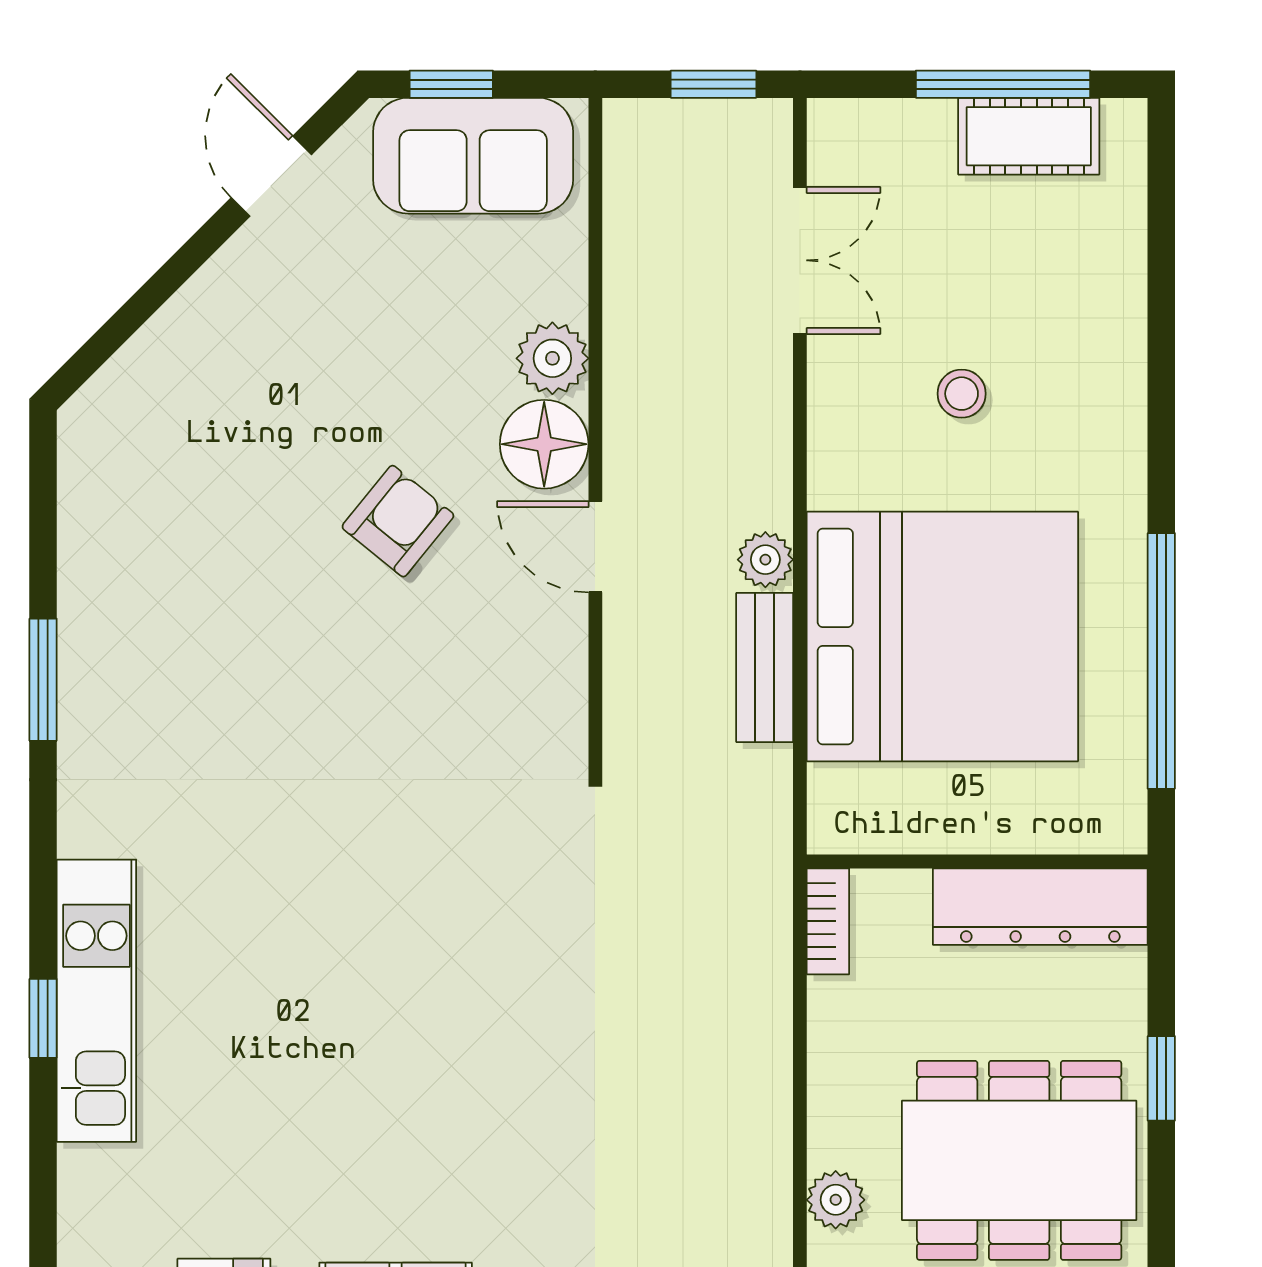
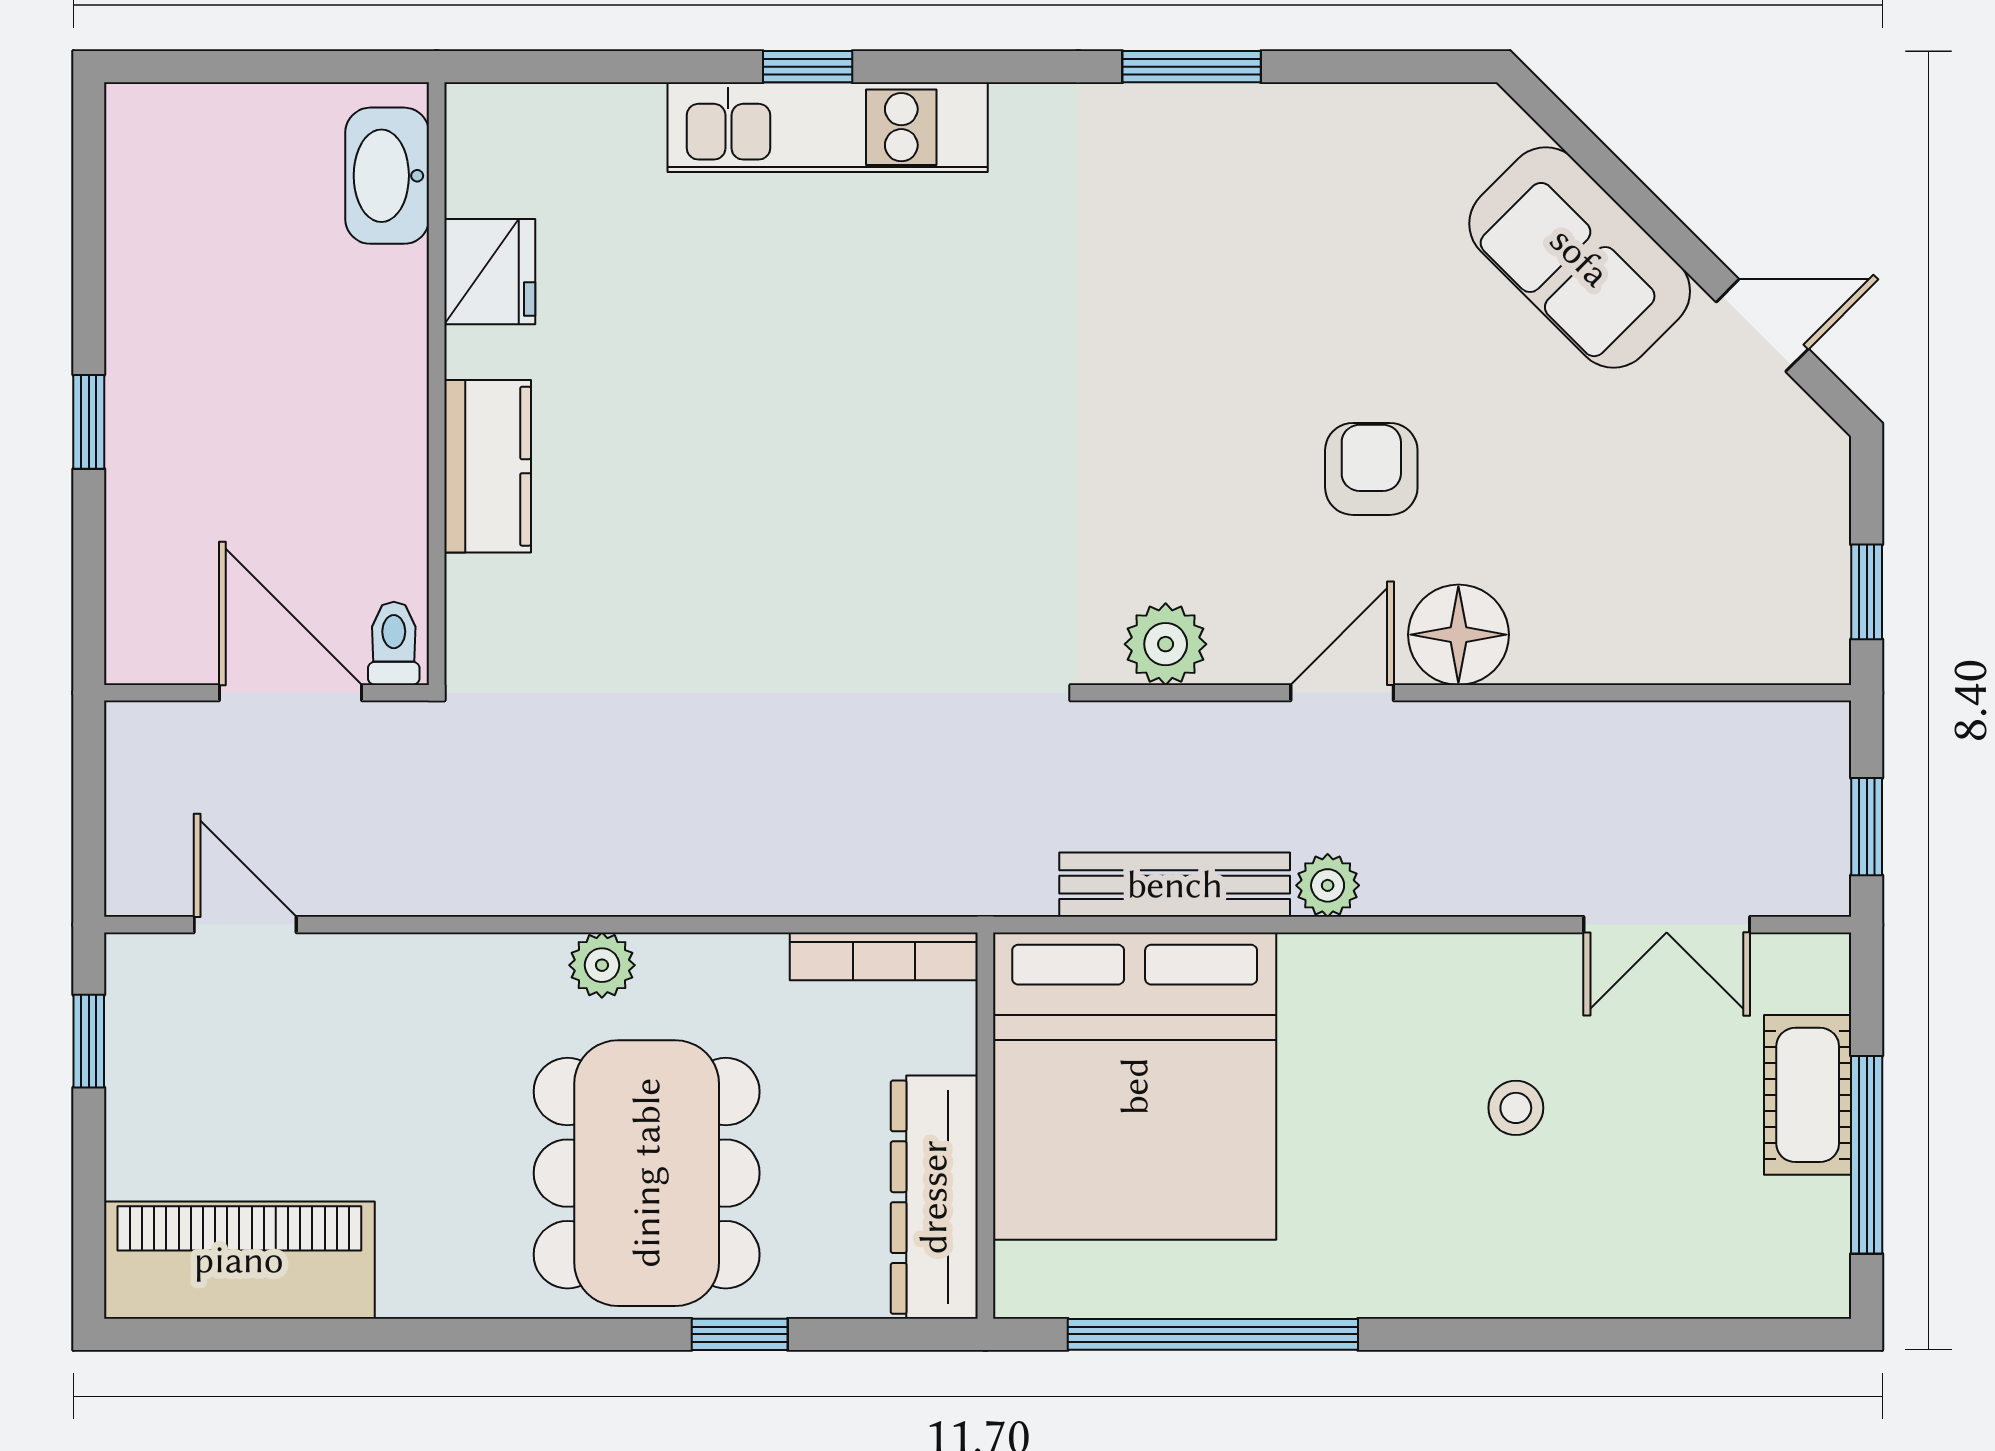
window: (451, 84) -> (1867, 592), moved
cot: (1029, 136) -> (1808, 1095), moved
sofa: (473, 156) -> (1580, 257), moved, turned -45
plant: (552, 358) -> (1166, 644), moved
armchair: (398, 521) -> (1371, 469), turned -129
bed: (942, 637) -> (1135, 1086), moved
bench: (765, 667) -> (1175, 885), width x1.36
bookcase: (828, 921) -> (884, 956), width x1.56

